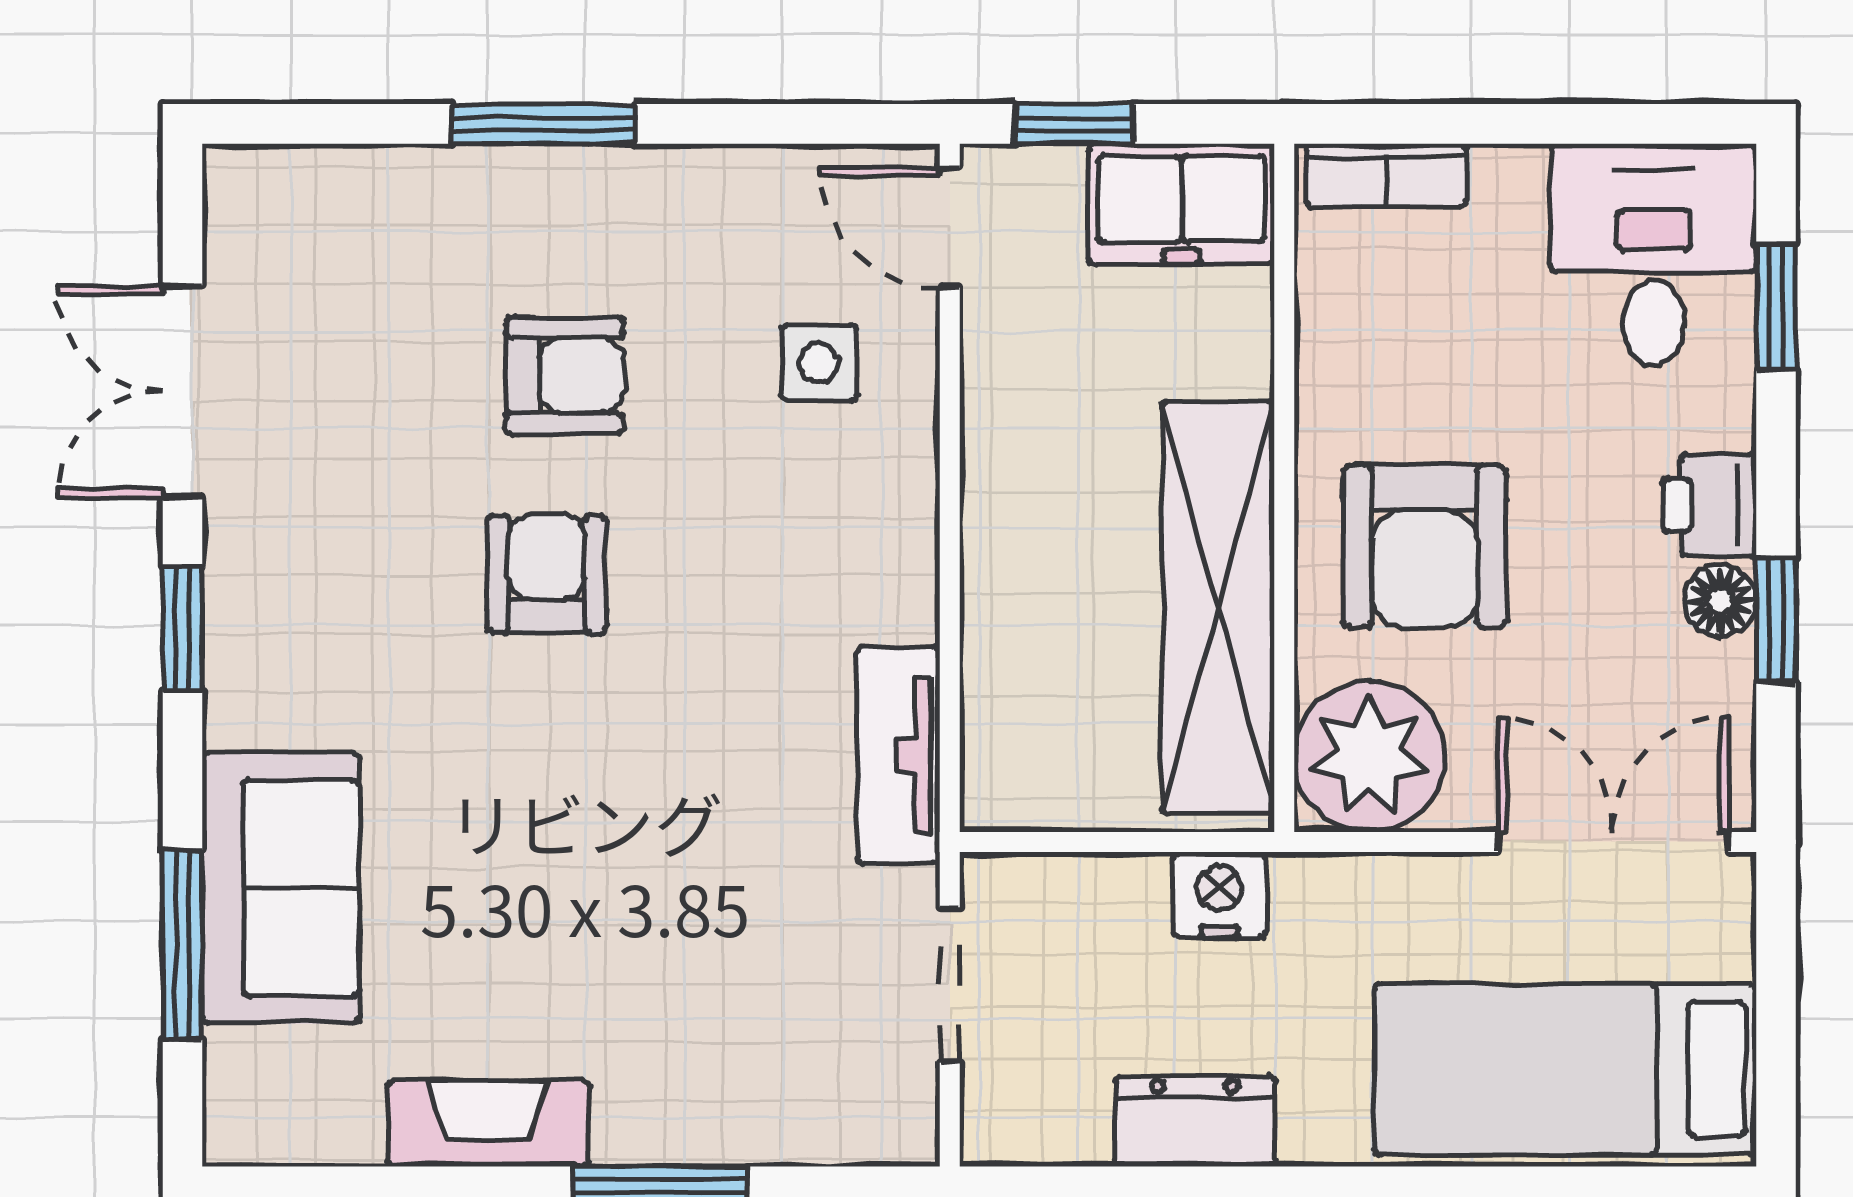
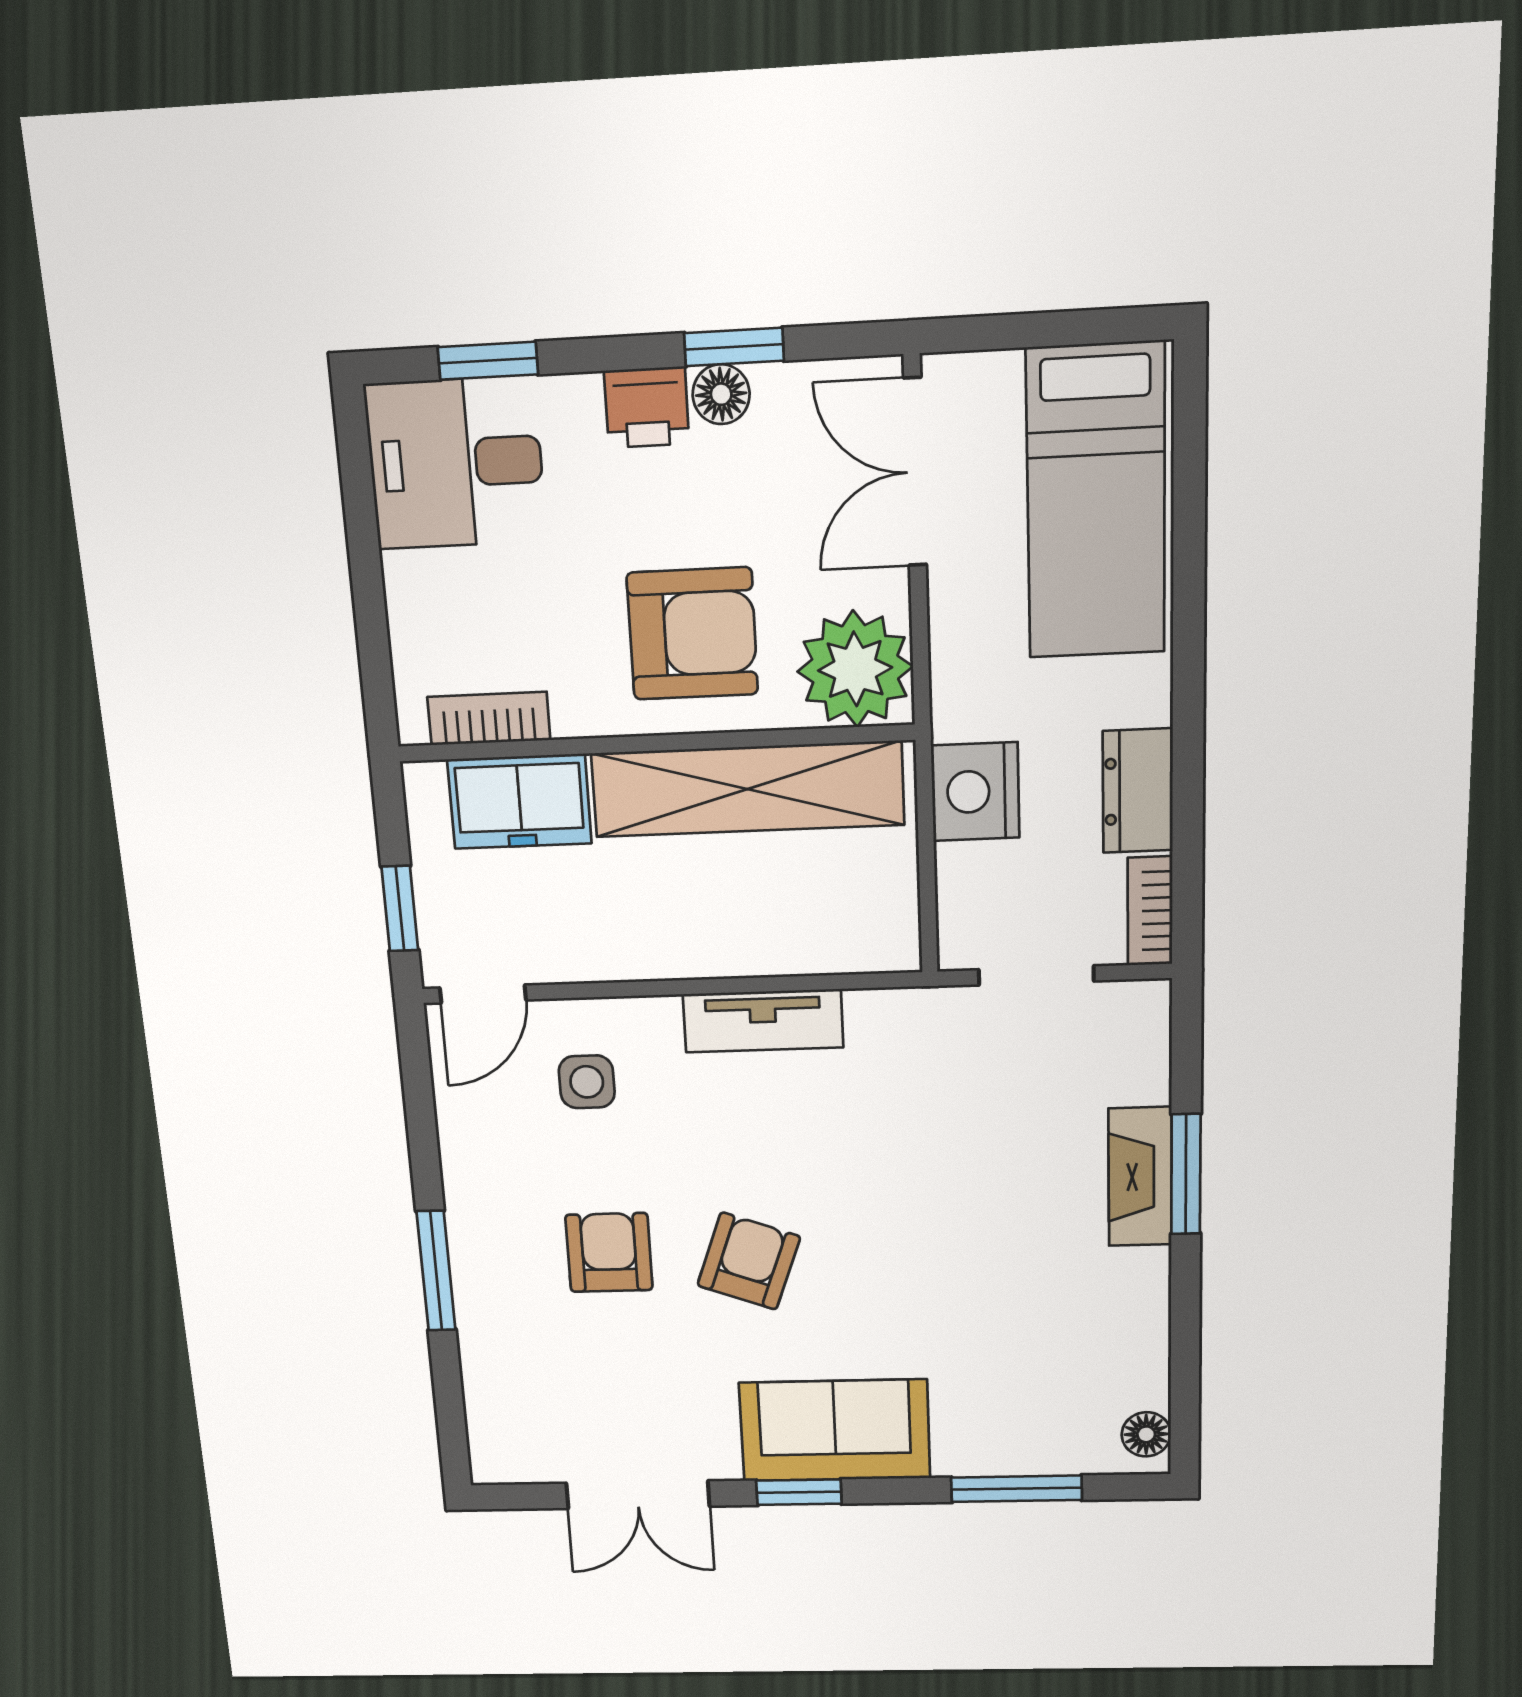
bookcase: (1386, 176) -> (489, 719), moved, turned -90
freezer: (1181, 204) -> (520, 801), moved, turned 90
armchair: (547, 574) -> (749, 1261), turned 110
tv unit: (899, 755) -> (763, 1021), moved
sofa: (281, 888) -> (835, 1430), moved
nightstand: (1219, 895) -> (975, 792), width x1.36, depth x1.33
fireplace: (488, 1123) -> (1140, 1177), moved
floor lamp: (266, 1132) -> (1146, 1434), added
bookcase: (1033, 1137) -> (1150, 911), added

